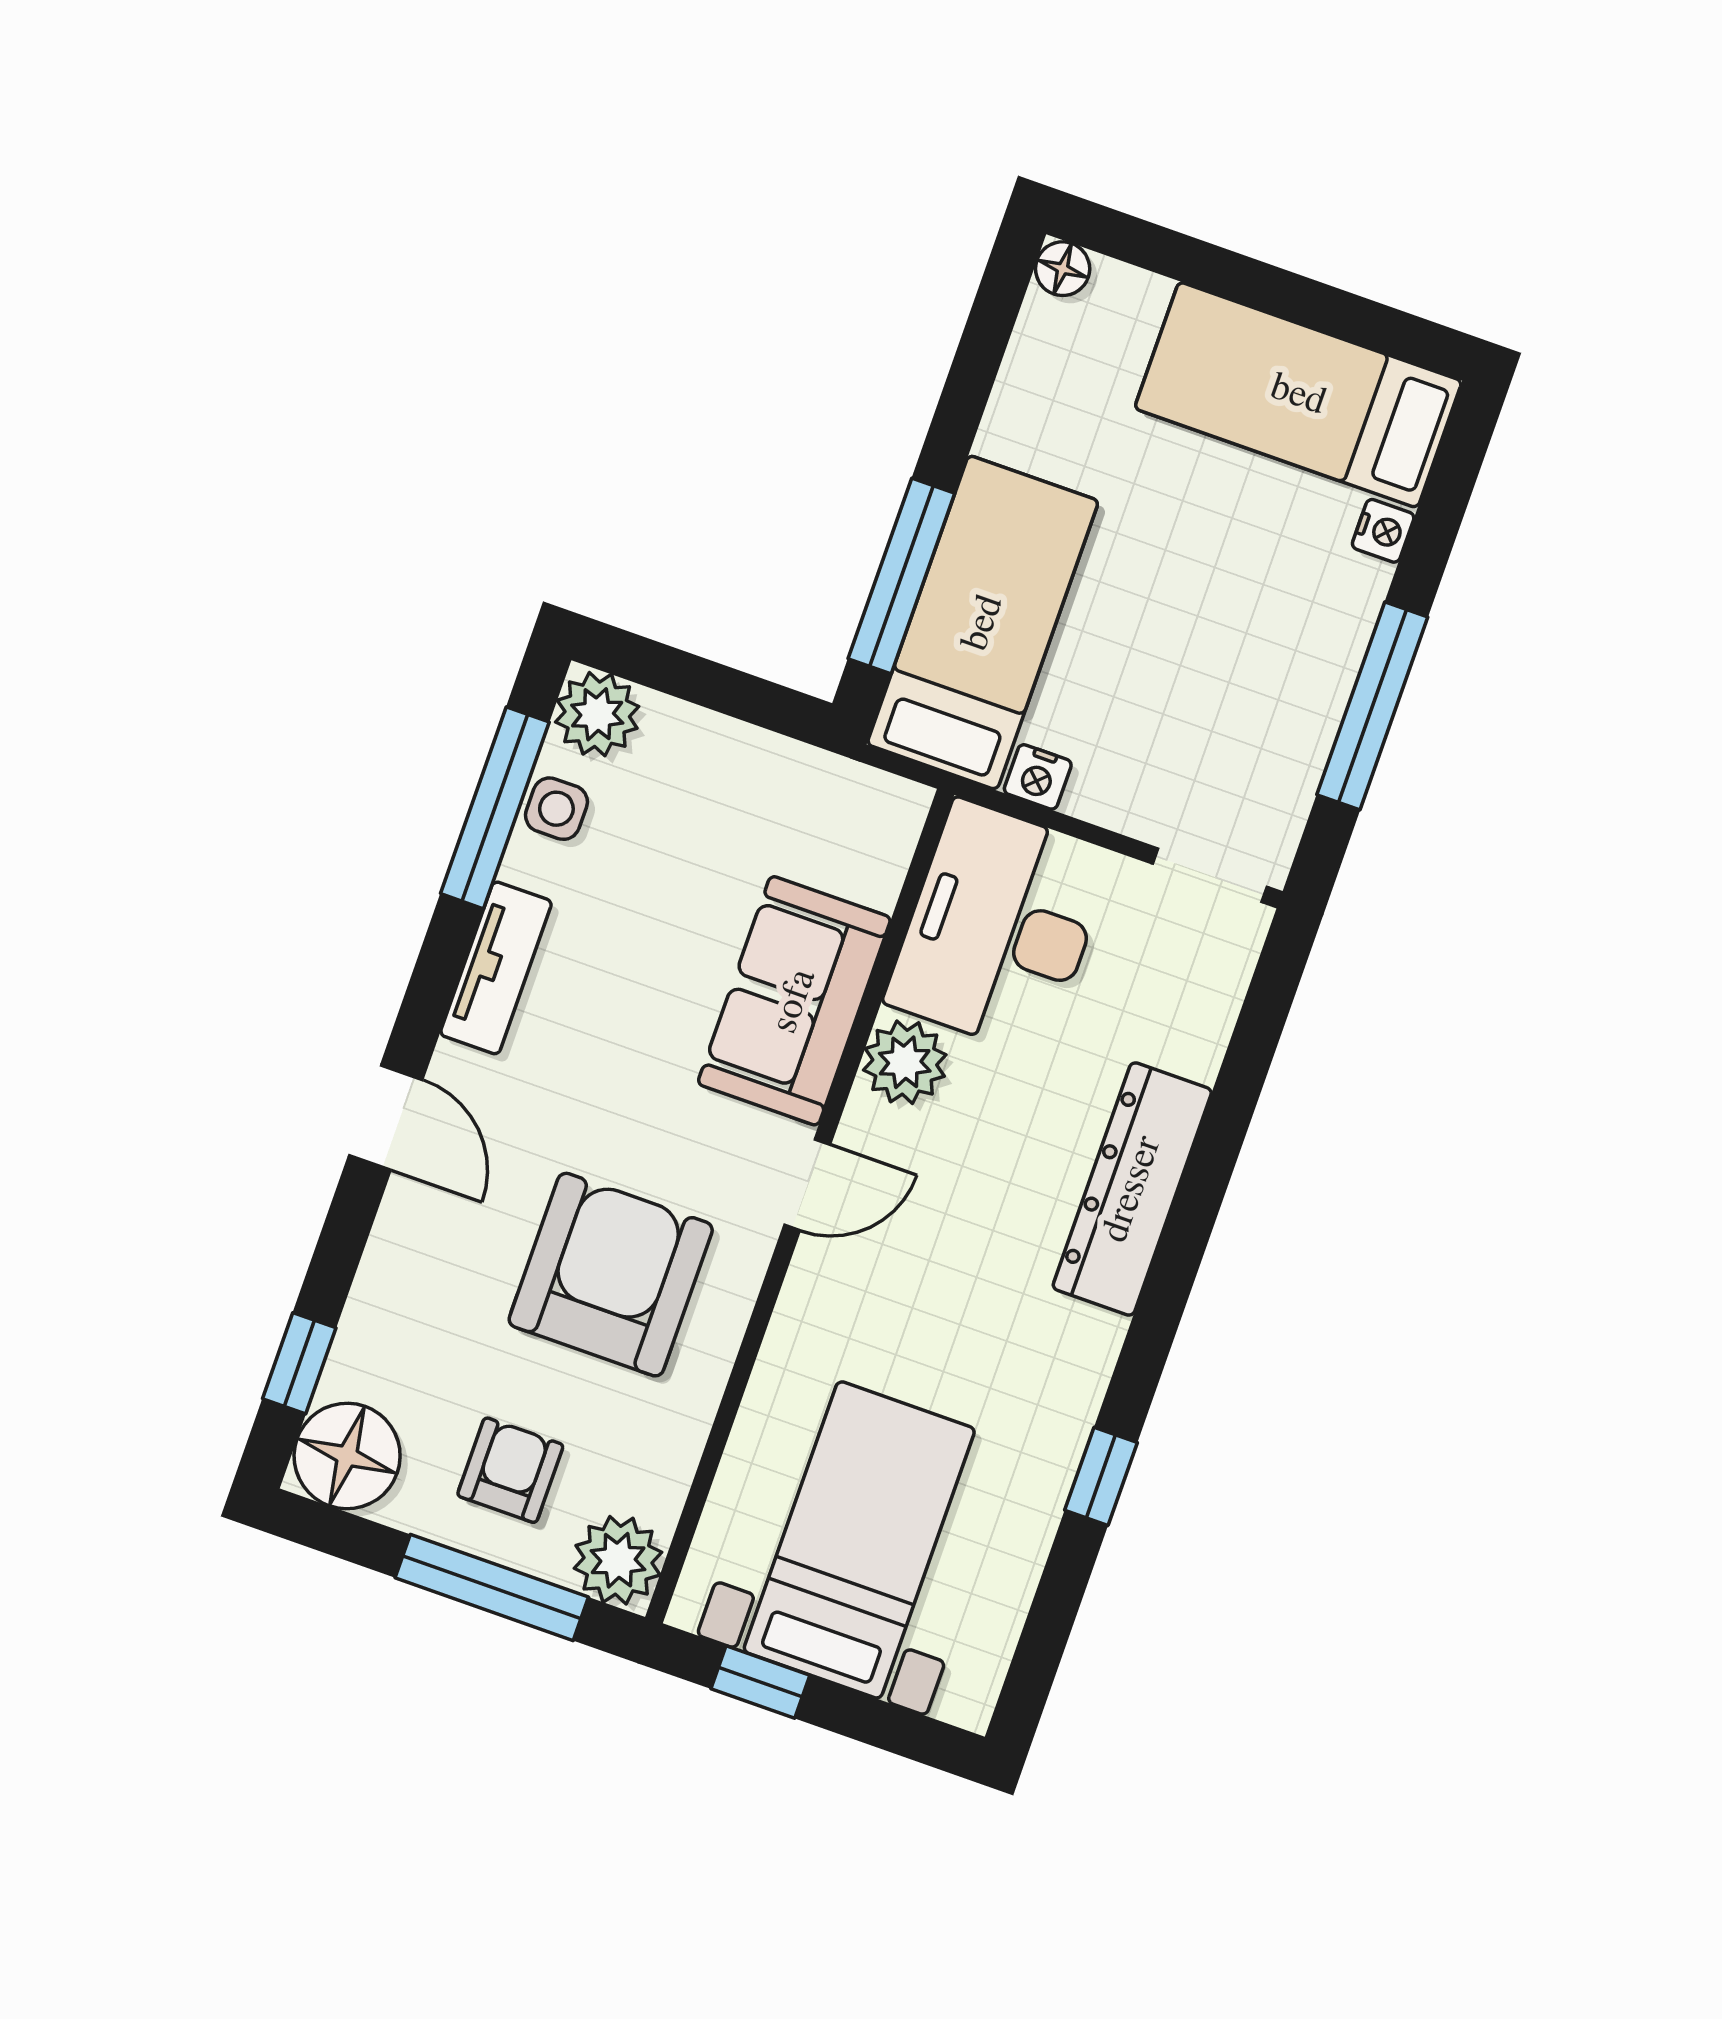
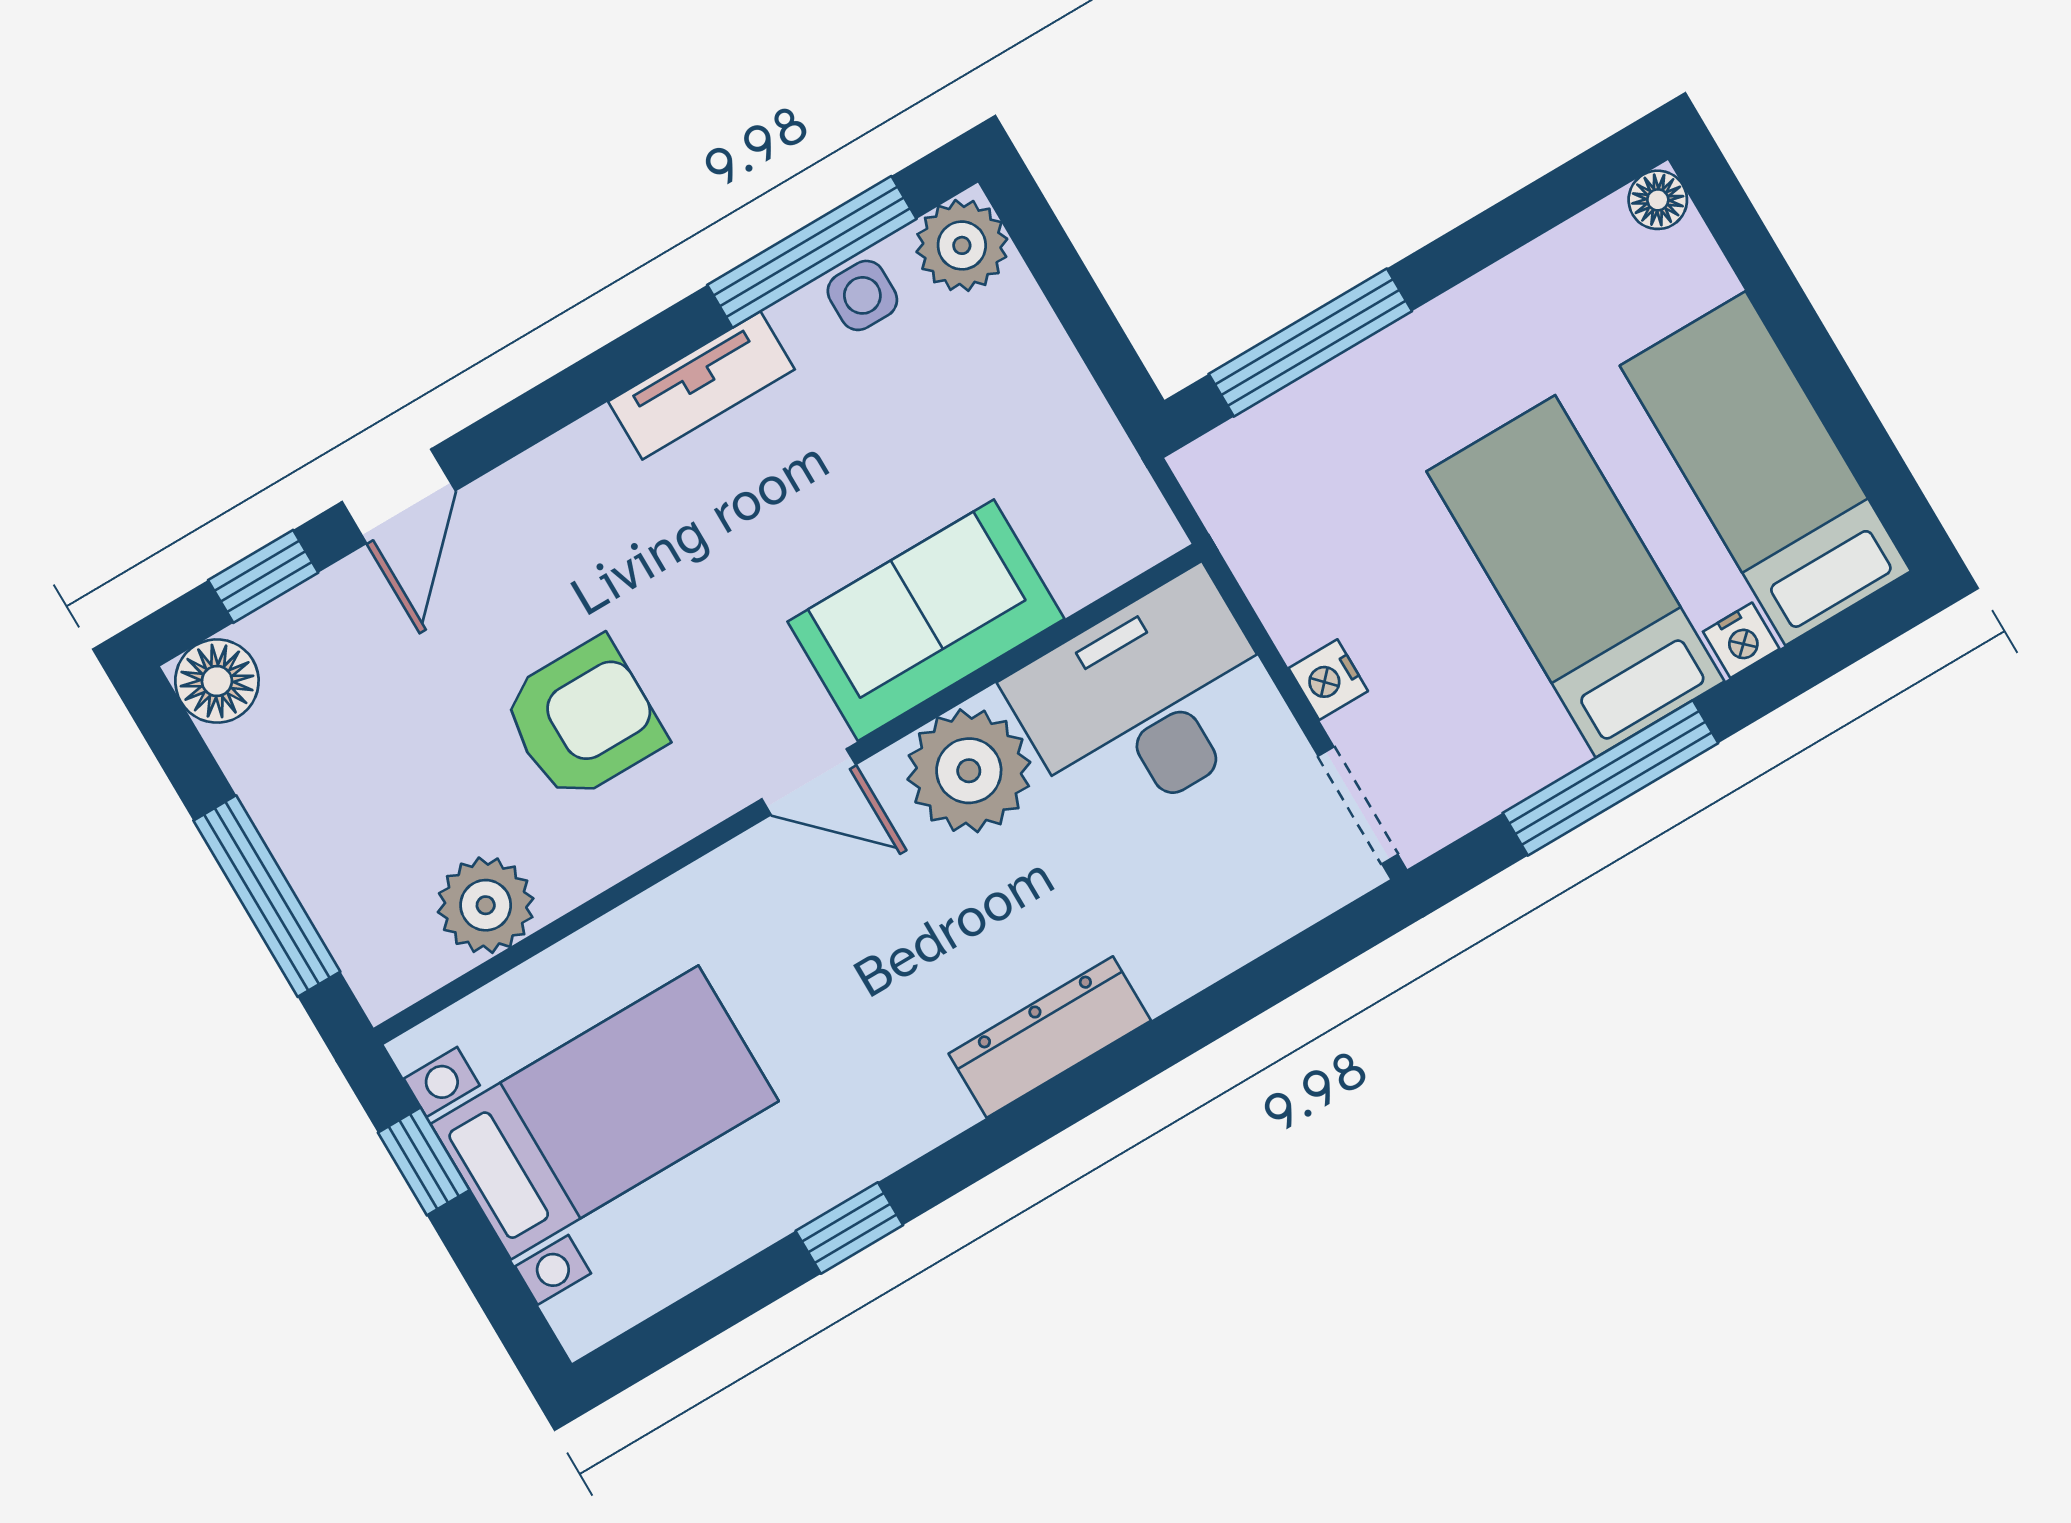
bed: (983, 623) -> (1575, 576), moved, turned -90
nightstand: (1038, 777) -> (1328, 680), moved
plant: (905, 1062) -> (969, 771), width x1.36, depth x1.36
door: (386, 1117) -> (399, 496), moved
dresser: (1132, 1189) -> (1050, 1037), width x0.73, depth x0.80
armchair: (611, 1275) -> (583, 720), width x0.73, depth x0.73
floor lamp: (347, 1456) -> (217, 681), width x0.73, depth x0.73
armchair: (510, 1470) -> (364, 812), removed
plant: (618, 1560) -> (486, 905), moved

